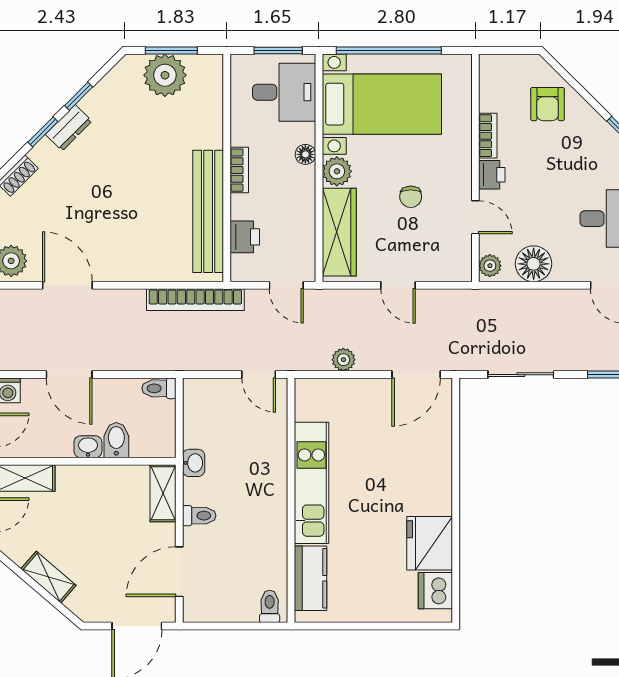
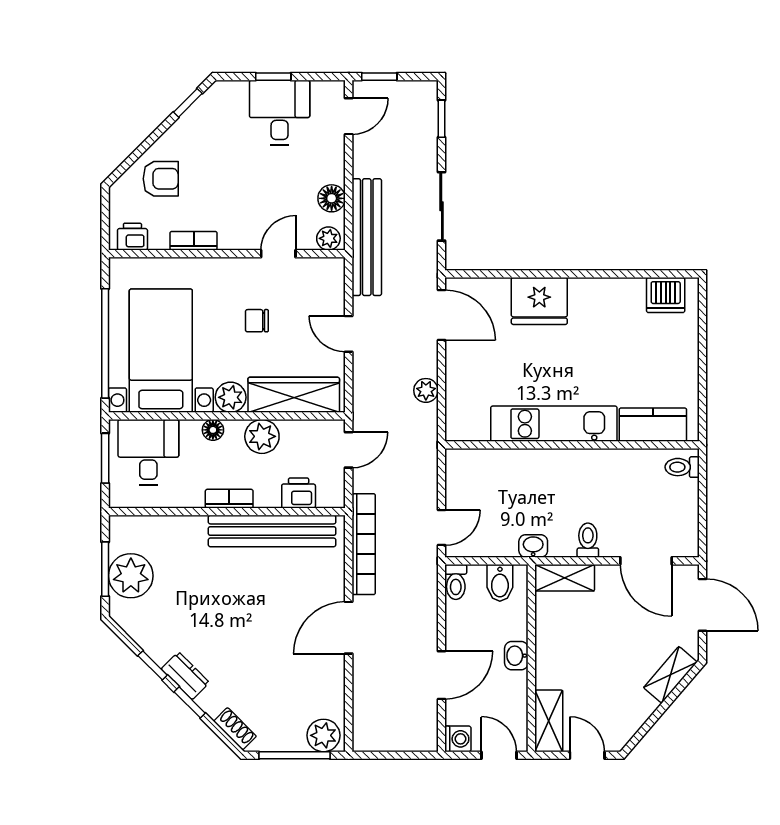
printer: (492, 175) -> (132, 237), moved
chair: (411, 197) -> (257, 321), turned 180
plant: (299, 202) -> (262, 436), added
floor lamp: (534, 264) -> (332, 198), width x0.73, depth x0.73
door: (67, 285) -> (349, 628), moved
door: (398, 285) -> (349, 334), swing flipped
bench: (491, 303) -> (367, 237), added
door: (259, 375) -> (442, 528), moved
bidet: (116, 440) -> (500, 583), moved, turned -90
fridge: (430, 543) -> (539, 301), moved
shelving: (49, 577) -> (670, 675), moved

